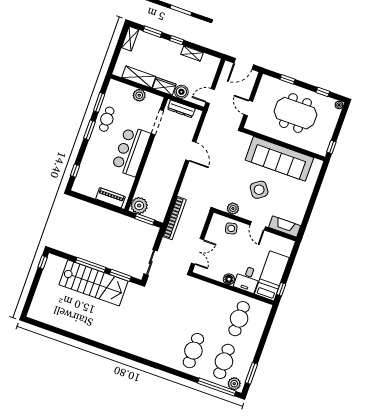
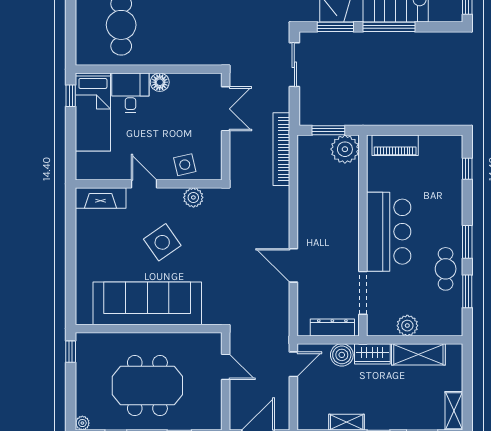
double door: (197, 251) -> (226, 109), swing flipped

